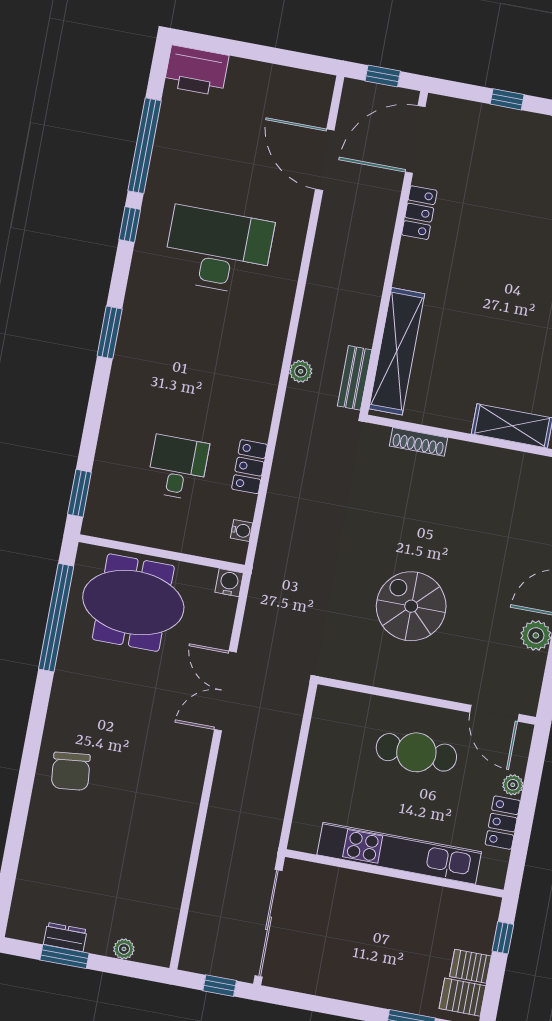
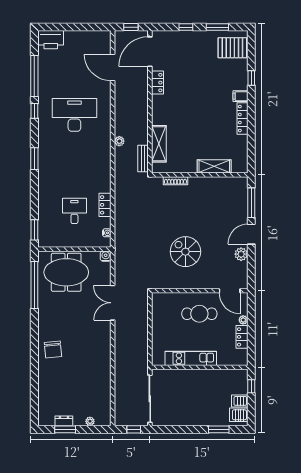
shelving: (397, 351) -> (159, 144), width x0.68
plant: (301, 371) -> (119, 141), moved
kitchen unit: (399, 853) -> (191, 358), width x0.73

